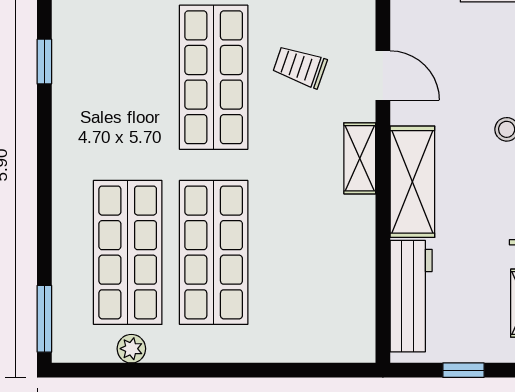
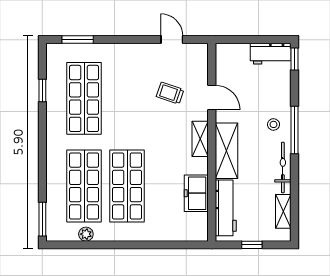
shop shelf: (214, 77) -> (84, 98), moved
freezer: (352, 267) -> (196, 193), added

